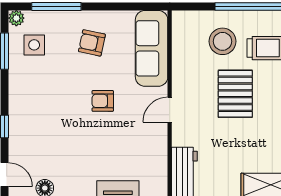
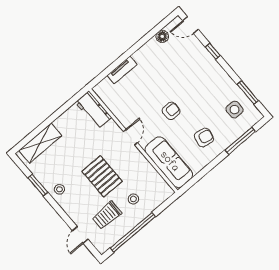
plant: (16, 18) -> (257, 116), removed
stool: (223, 41) -> (133, 199), width x0.53, depth x0.53

